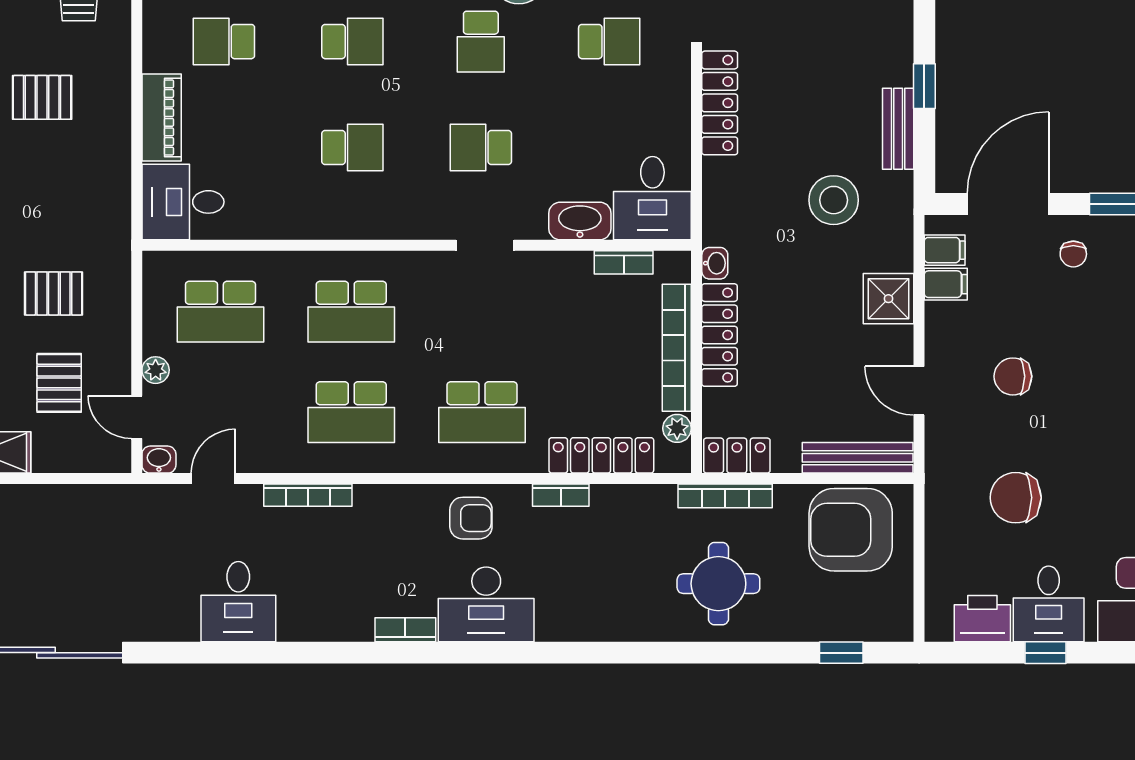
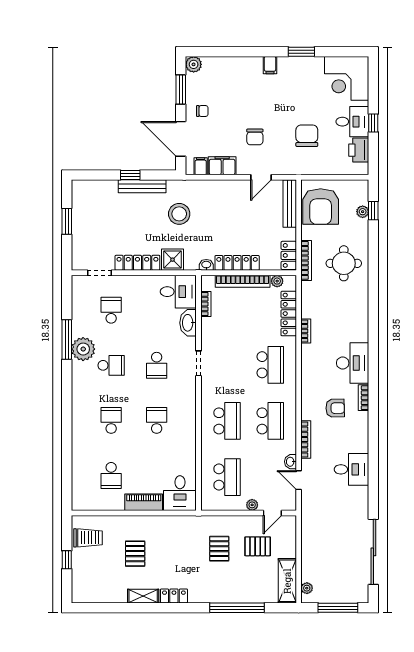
bench: (898, 129) -> (142, 186), width x1.36
filing cabinet: (946, 284) -> (222, 166), width x2.00
shower: (888, 299) -> (173, 260), moved
washbasin: (159, 460) -> (291, 462), moved
chair: (1016, 498) -> (307, 136), turned 180
armchair: (471, 518) -> (335, 408), moved, turned 89
plant: (839, 628) -> (363, 212), added

